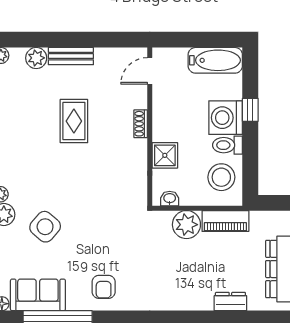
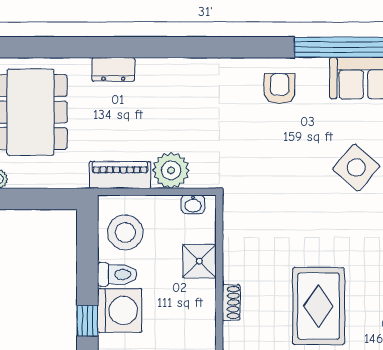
rug: (74, 121) -> (318, 306), width x1.36, depth x1.43

